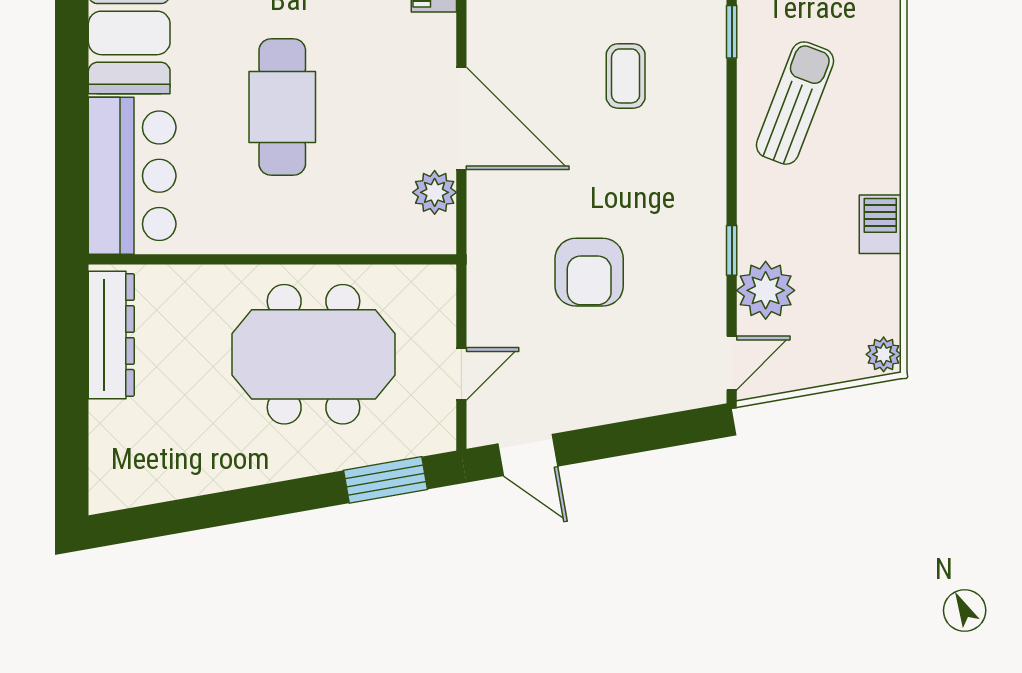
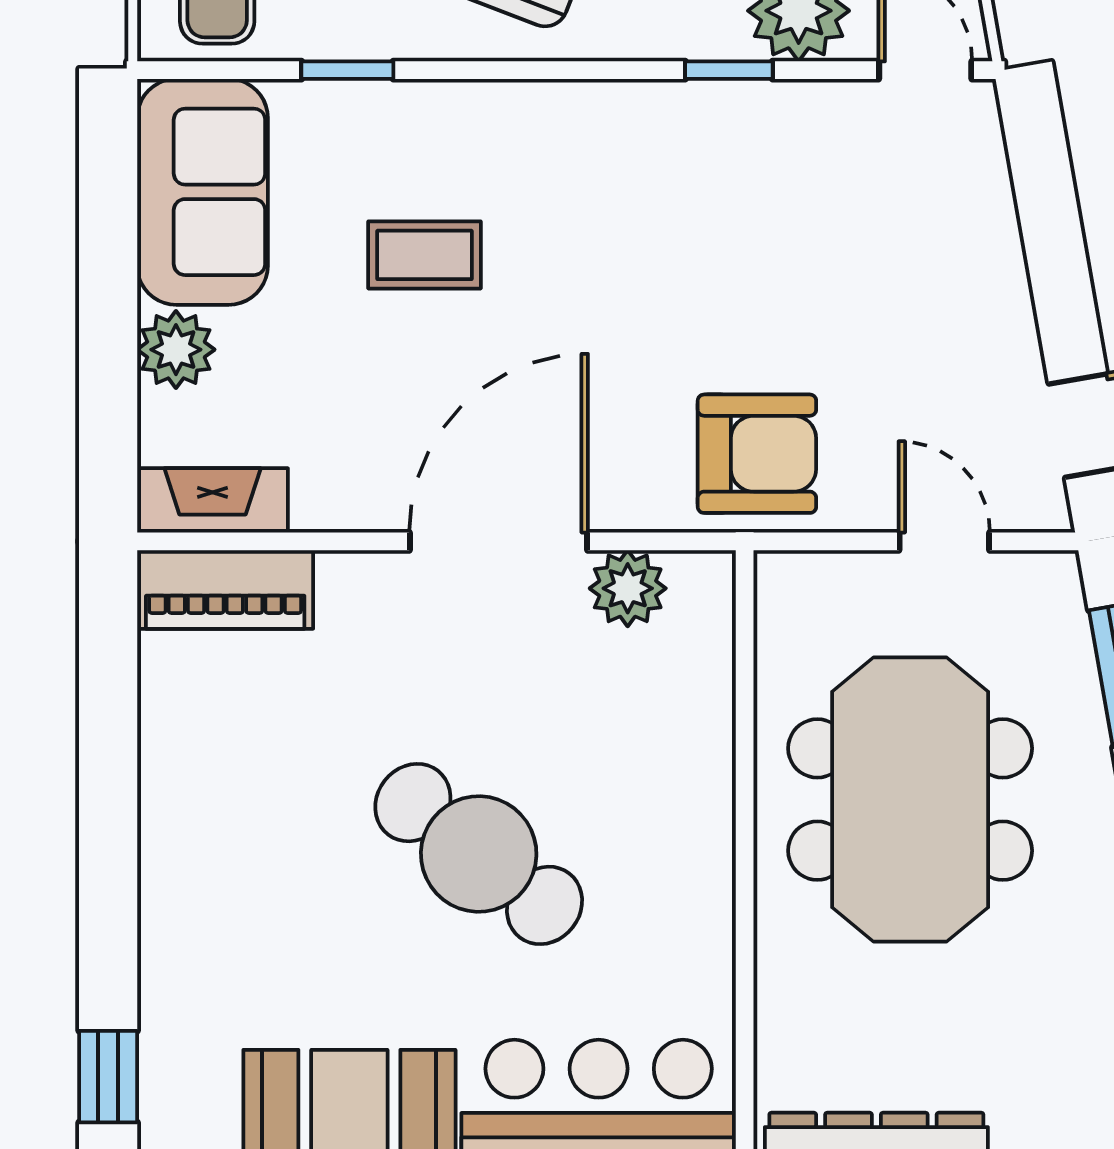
cafe table: (282, 107) -> (479, 854), turned 38
armchair: (589, 272) -> (757, 454), moved

